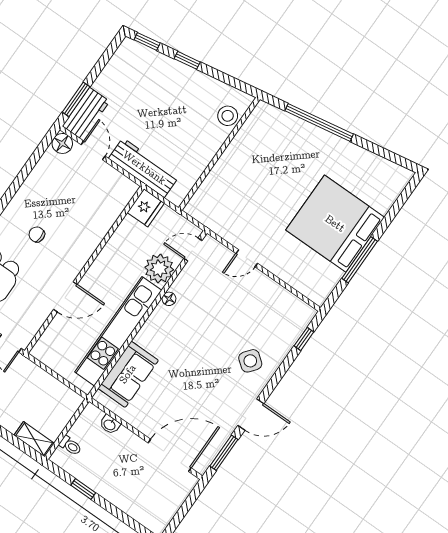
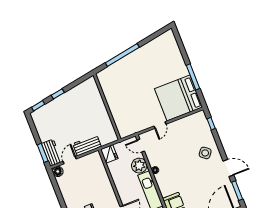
stool: (228, 116) -> (93, 92), removed
door: (93, 150) -> (70, 160), hinge flipped
workbench: (144, 168) -> (87, 145), width x0.73
bed: (335, 224) -> (179, 98), moved
door: (193, 249) -> (141, 146), hinge flipped
door: (251, 414) -> (228, 168), hinge flipped

